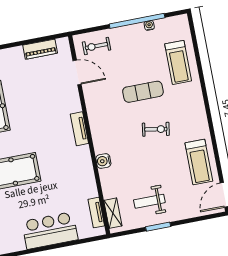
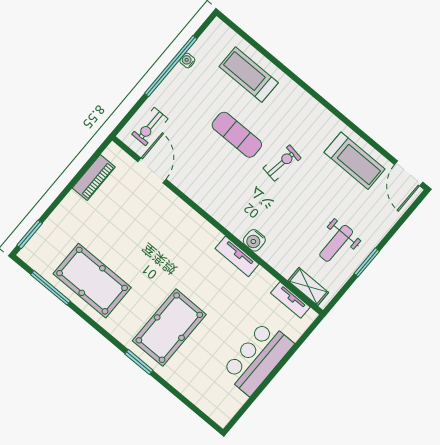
treadmill: (178, 62) -> (249, 75), turned 180
door: (77, 72) -> (152, 170), hinge flipped
exercise mat: (143, 92) -> (237, 135), turned 90
tv unit: (79, 129) -> (237, 256), moved

